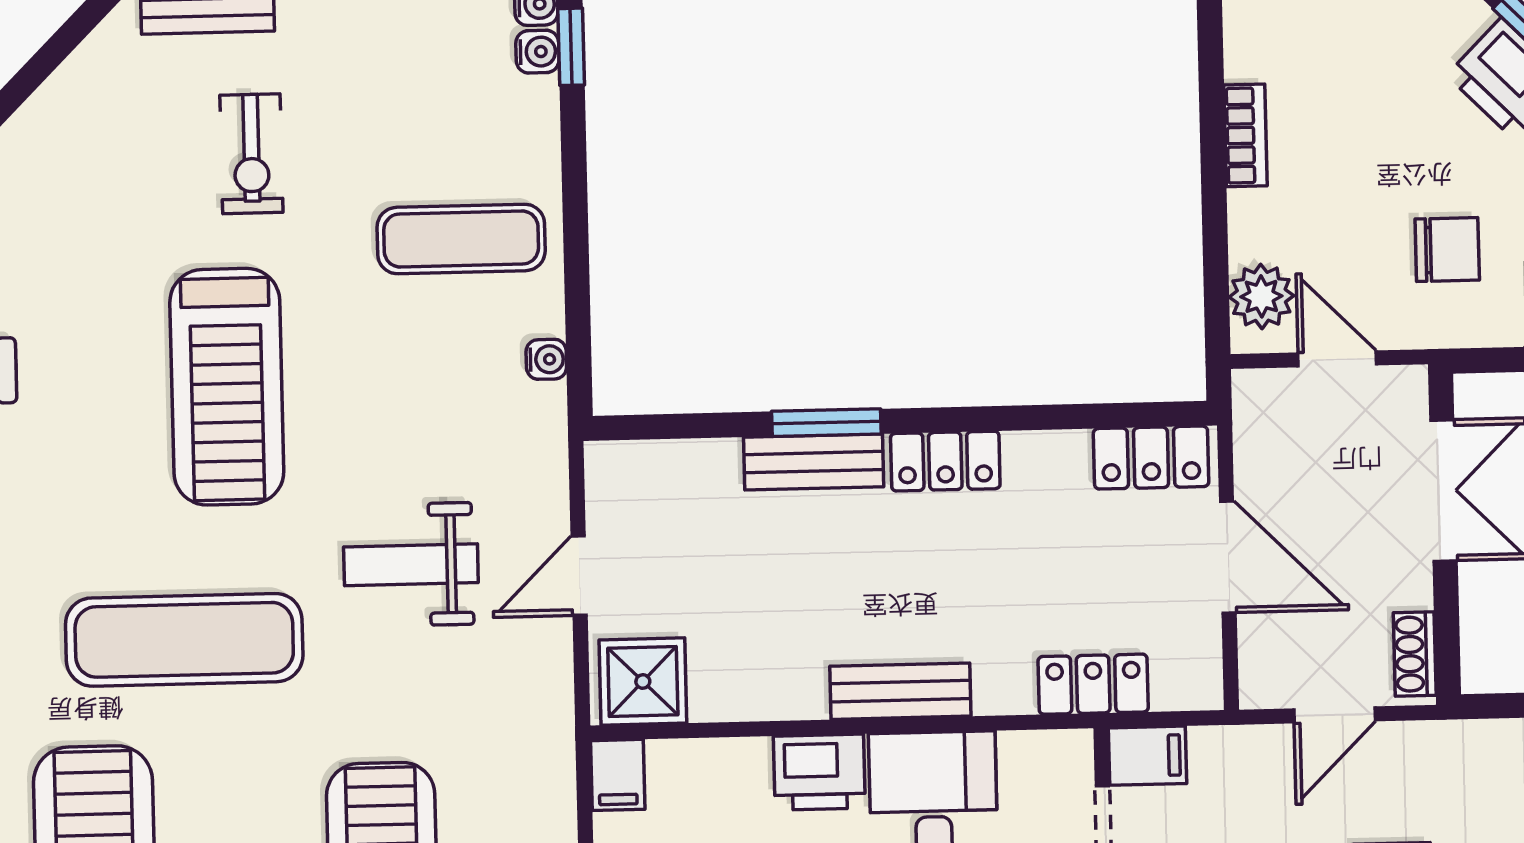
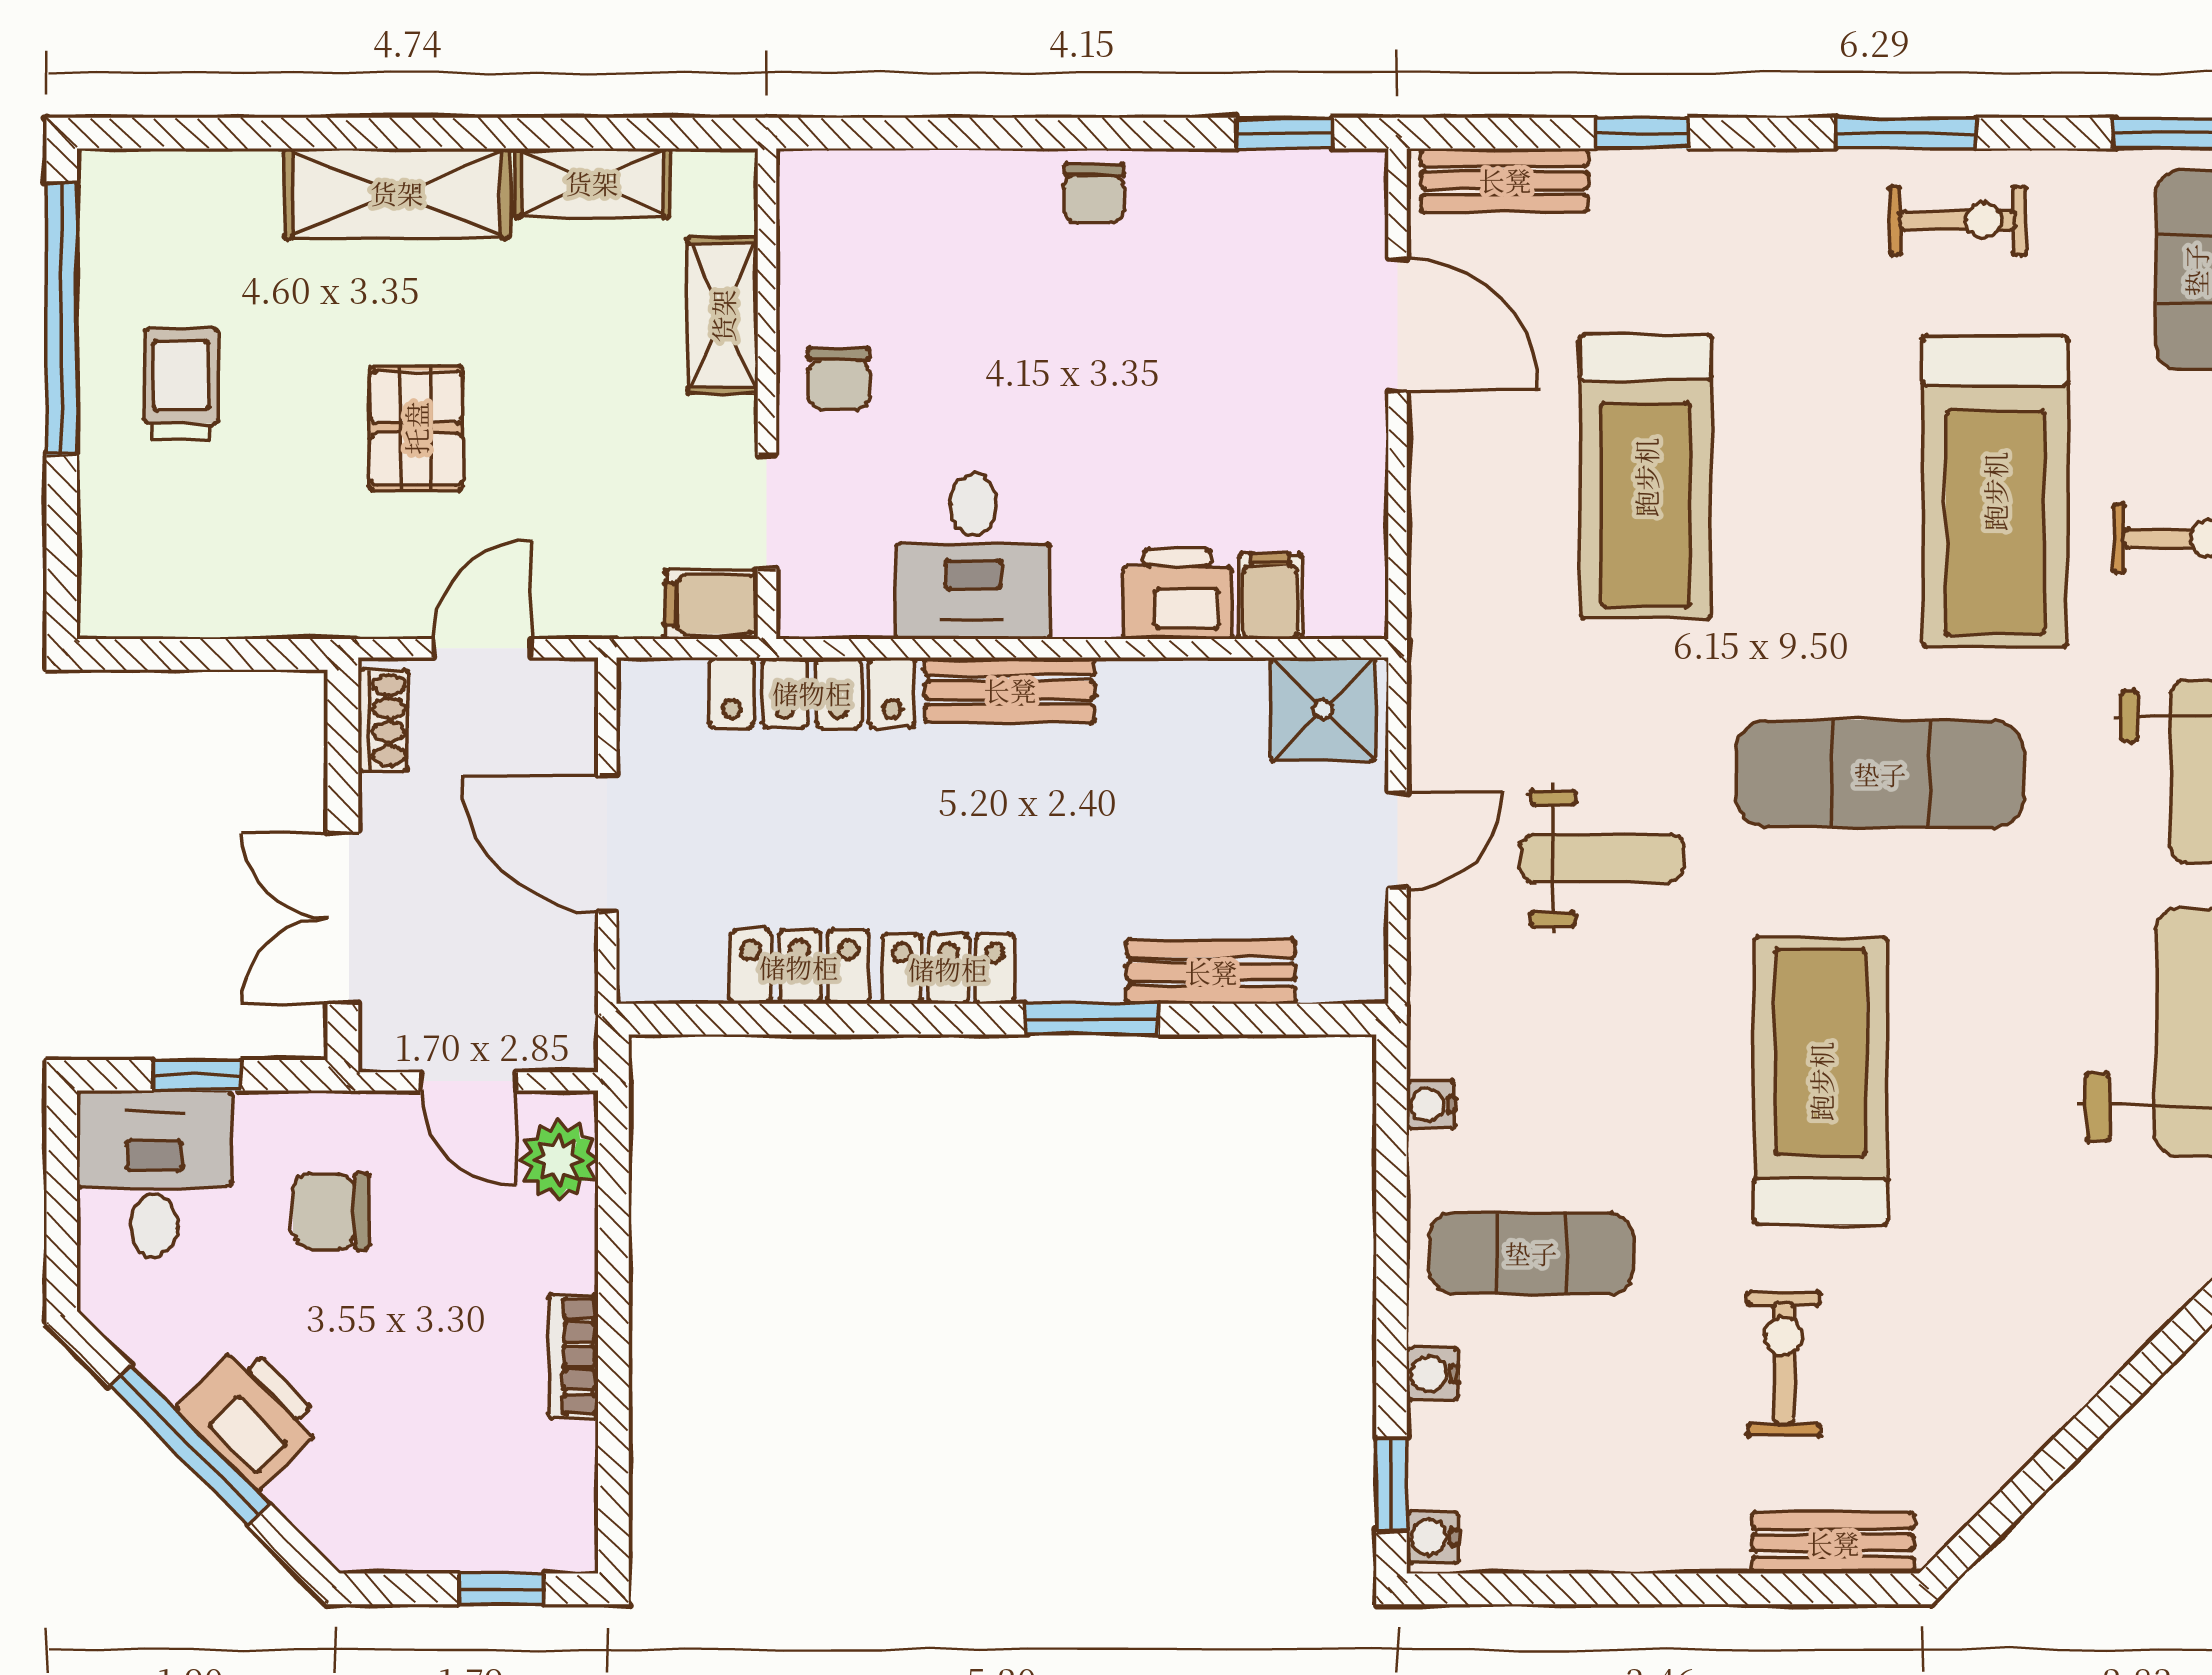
water cooler: (537, 52) -> (1433, 1374), moved
locker: (1151, 458) -> (799, 967), moved
bench: (814, 462) -> (1211, 972), moved
locker: (1093, 684) -> (812, 693), width x1.53
printer: (819, 772) -> (1177, 594), moved
filing cabinet: (618, 775) -> (1270, 596), moved

